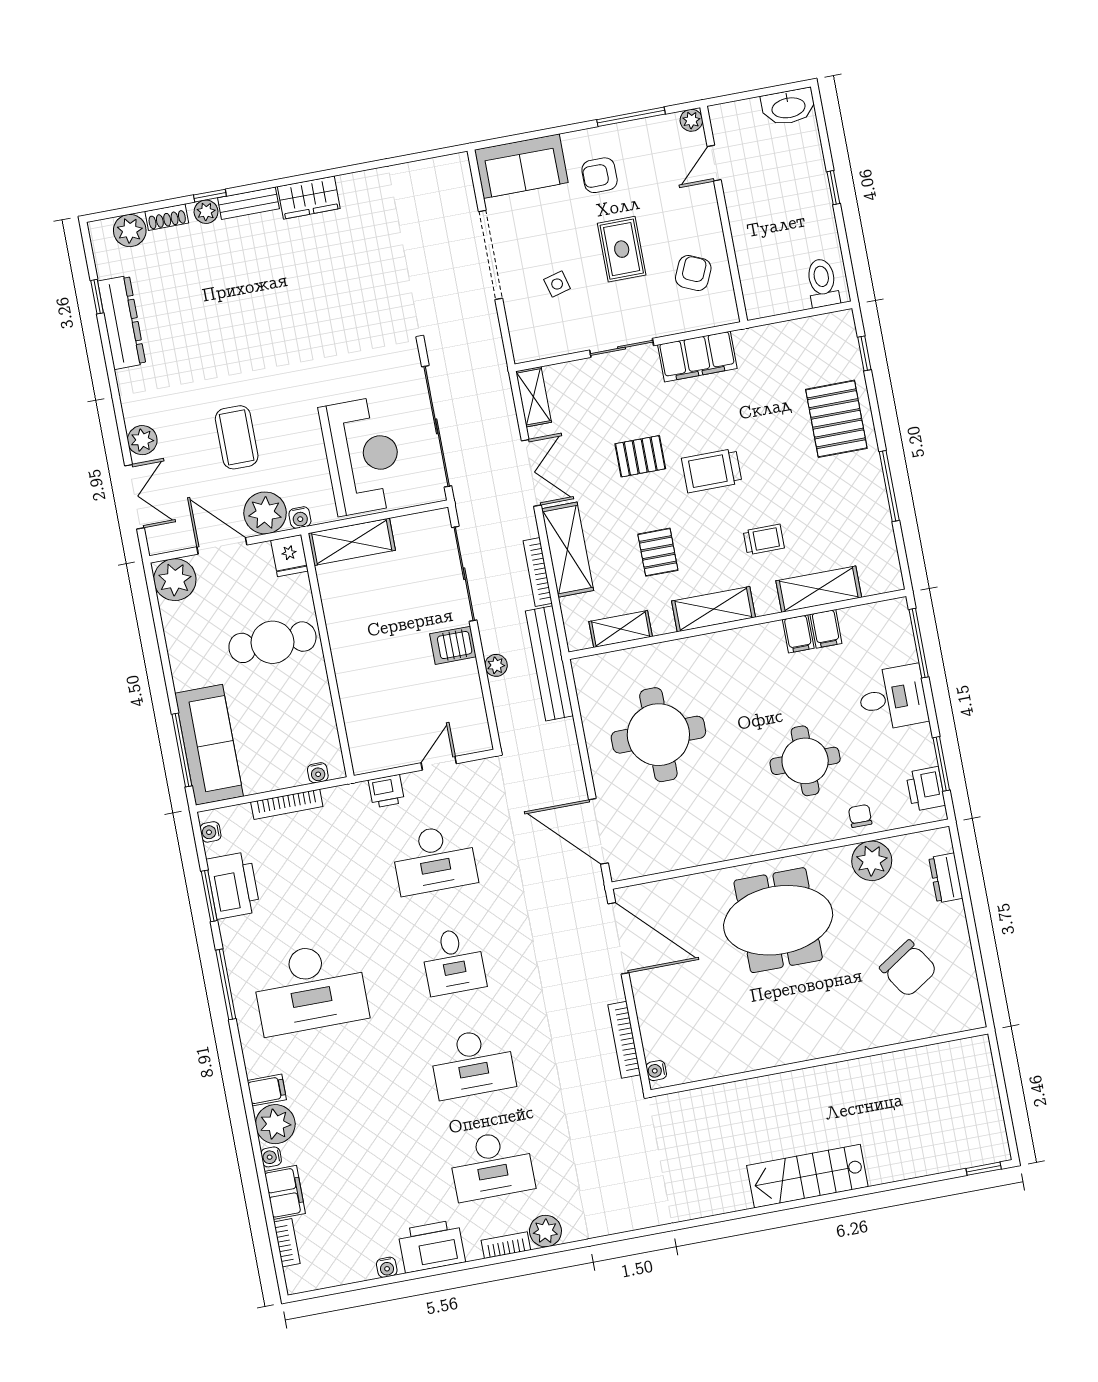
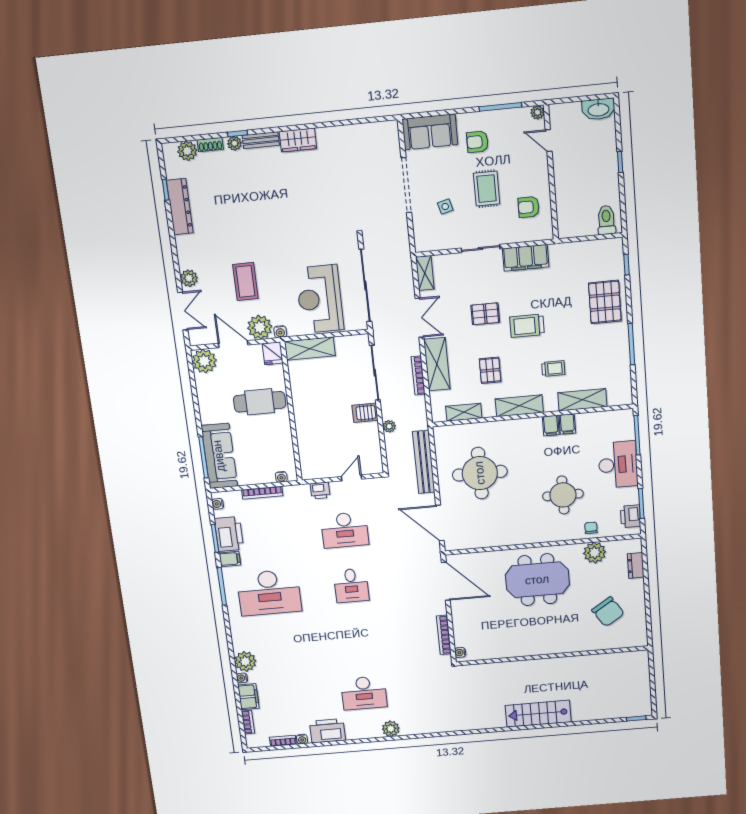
door: (714, 163) -> (549, 141), hinge flipped
armchair: (693, 273) -> (529, 207), turned -114
reception desk: (362, 456) -> (320, 299), turned 180
filing cabinet: (826, 629) -> (551, 426), moved
bench: (549, 663) -> (424, 462), moved
desk: (893, 698) -> (618, 465), width x1.37
desk: (472, 1063) -> (358, 640), removed
filing cabinet: (267, 1090) -> (230, 559), moved
bookcase: (506, 1245) -> (283, 741), moved

